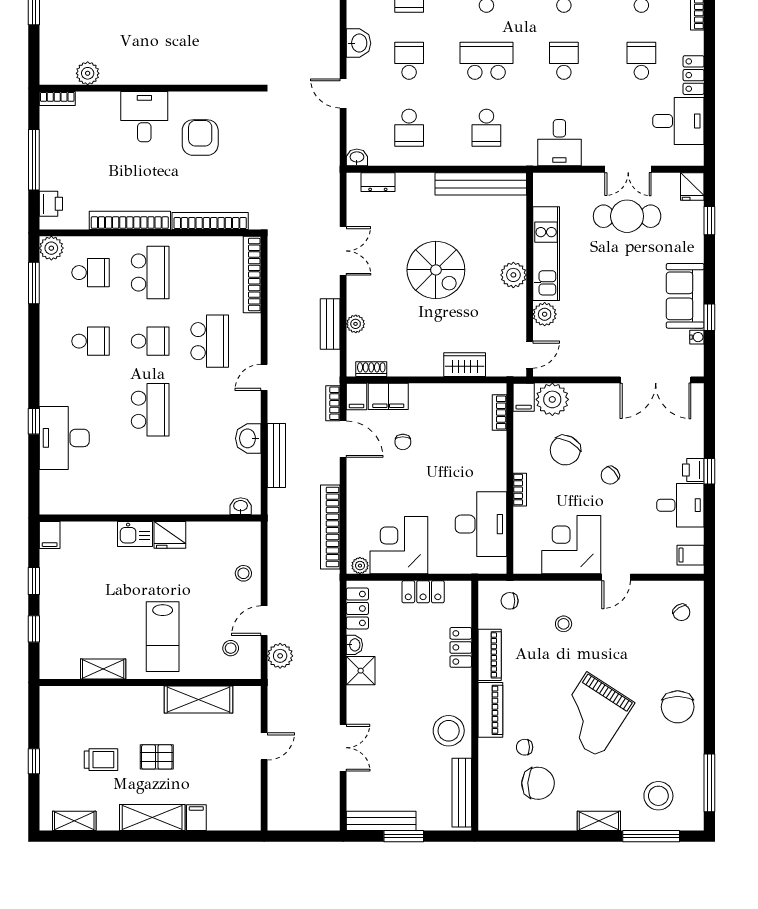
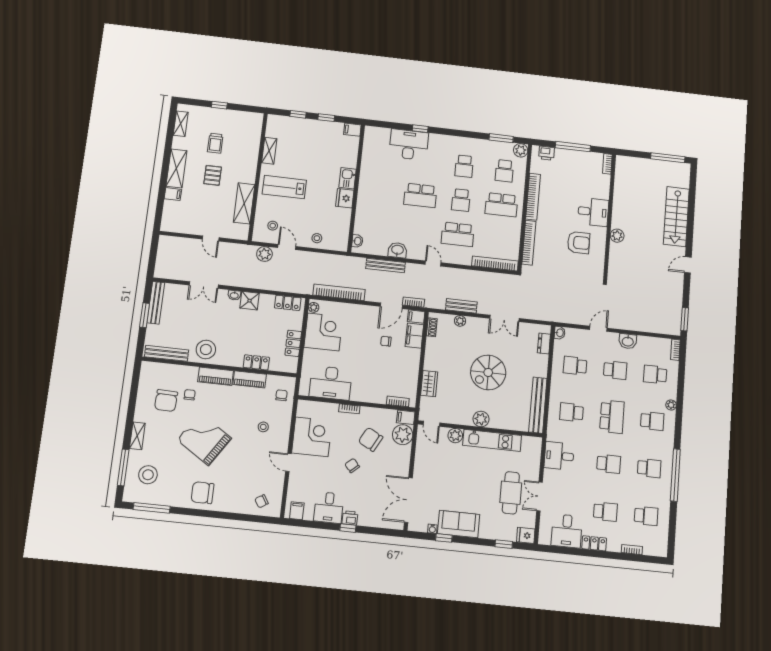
plant: (88, 73) -> (617, 236), moved
washbasin: (354, 645) -> (234, 295), moved

